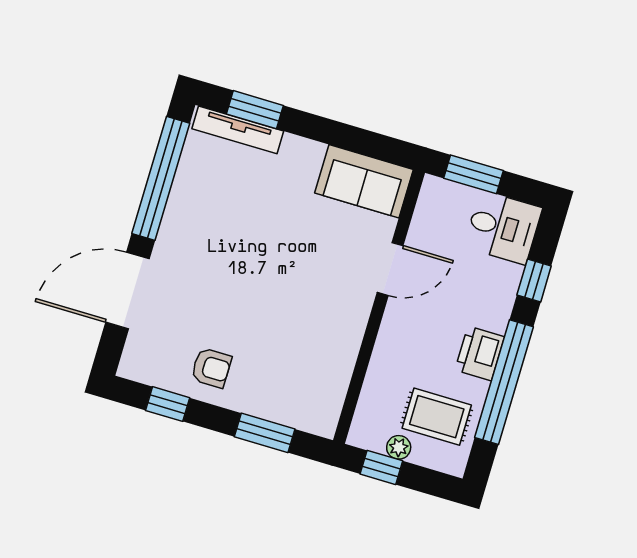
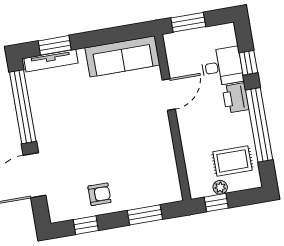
sofa: (364, 181) -> (122, 56), width x1.36
desk: (503, 227) -> (222, 67), moved
printer: (480, 353) -> (236, 98), moved

